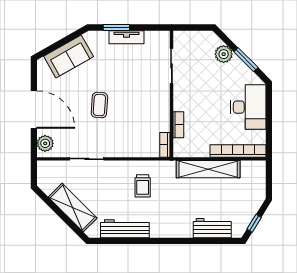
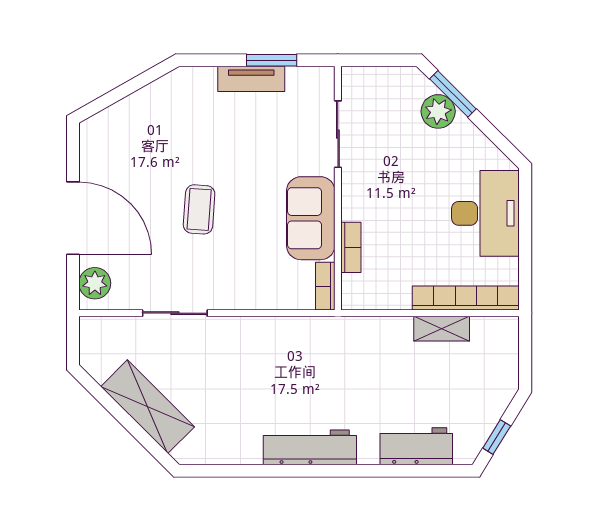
window: (116, 27) -> (272, 60), moved
sofa: (69, 56) -> (311, 218), moved, turned 120
window: (246, 60) -> (453, 94), moved
shelving: (208, 169) -> (442, 329), width x0.45, depth x0.75
trolley: (143, 186) -> (282, 365), removed
workbench: (125, 229) -> (310, 447), moved

